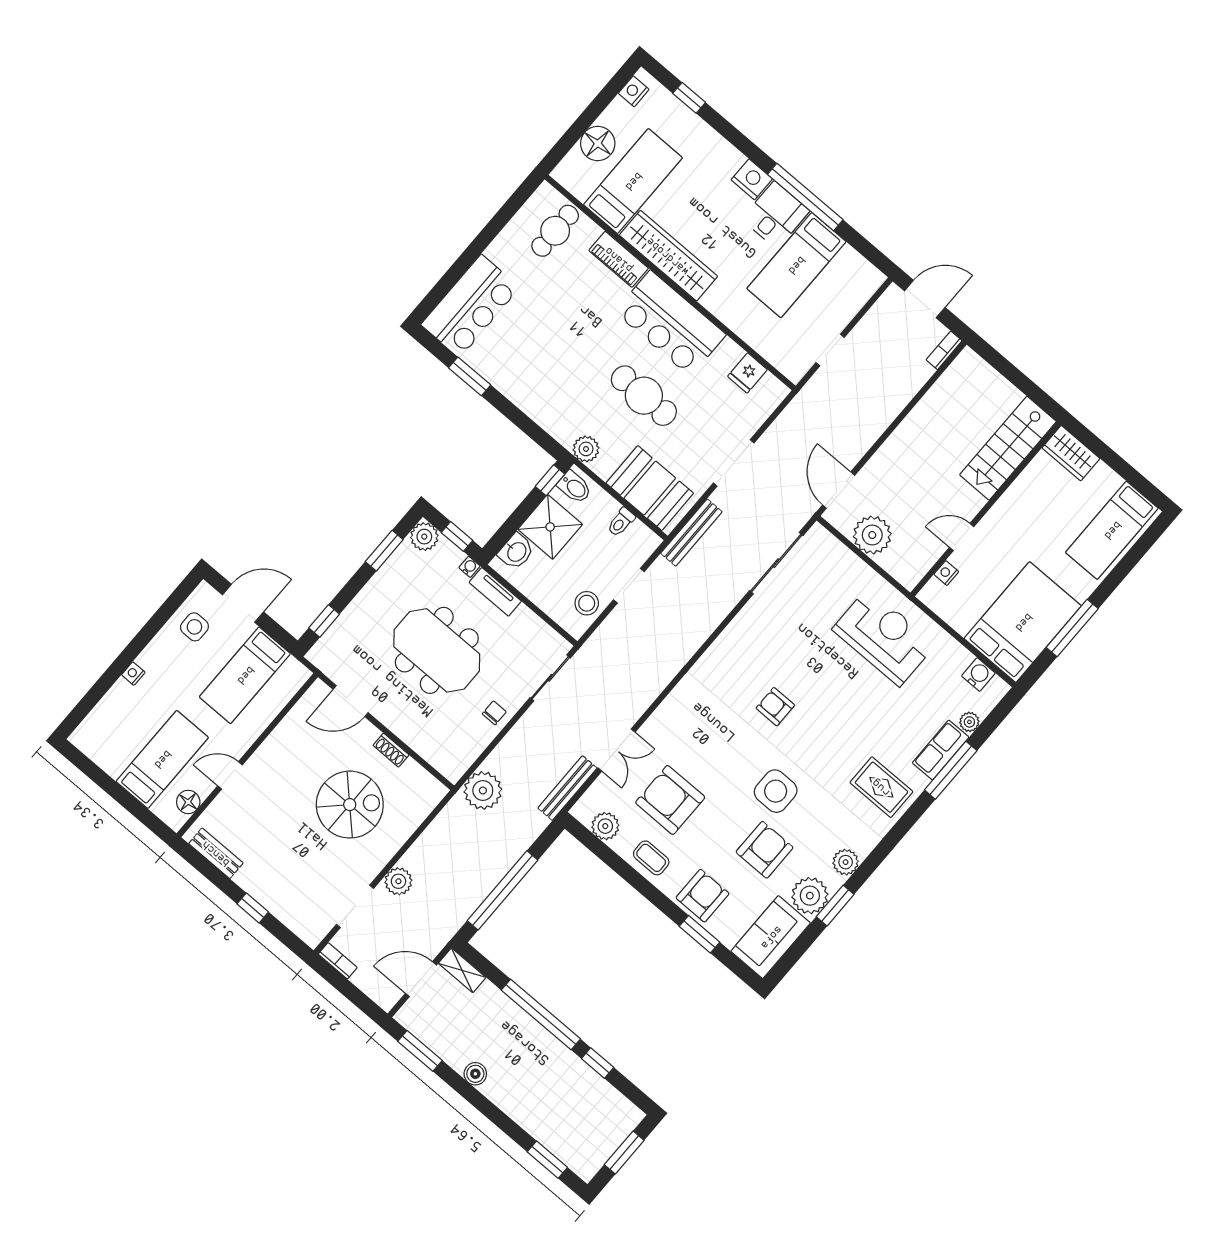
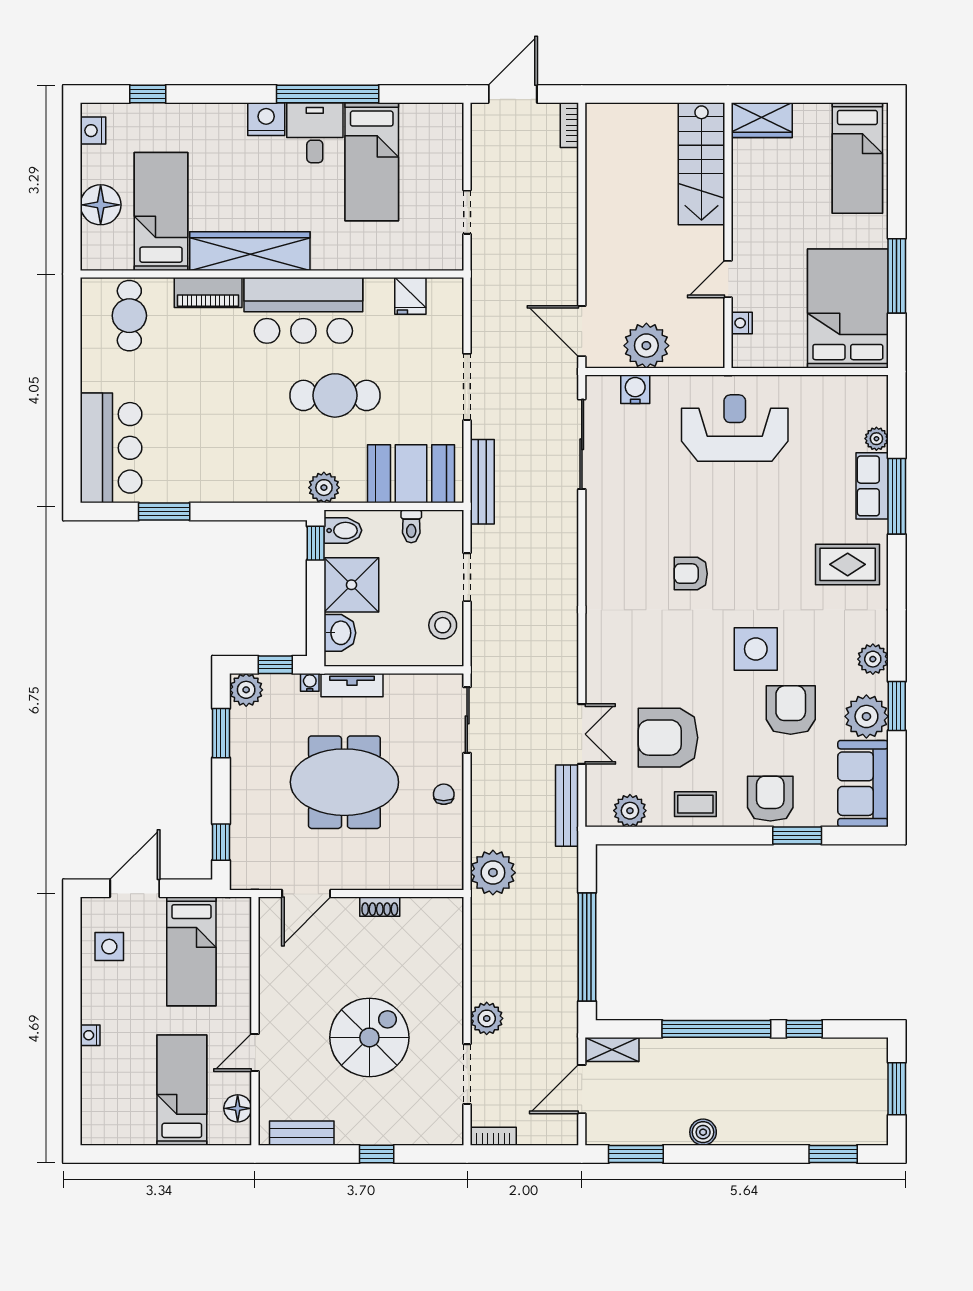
water cooler: (978, 675) -> (635, 389), moved
spiral stairs: (350, 805) -> (369, 1037), moved

